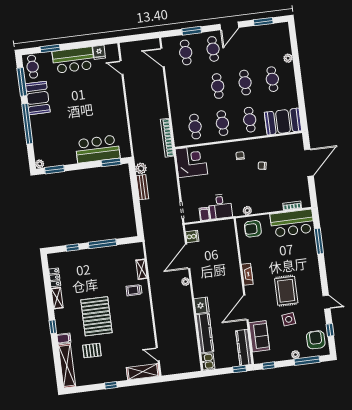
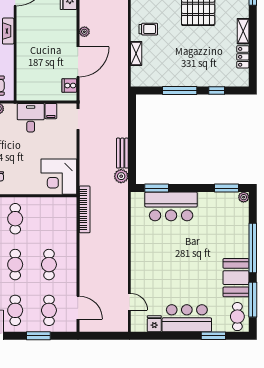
cafe table: (195, 127) -> (49, 265), moved

